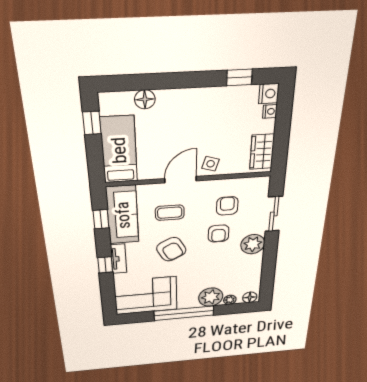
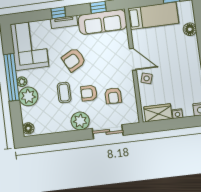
nightstand: (270, 111) -> (177, 114), moved
armchair: (227, 206) -> (113, 96), turned 90
coffee table: (170, 213) -> (64, 93), moved
plant: (230, 300) -> (22, 82), moved

